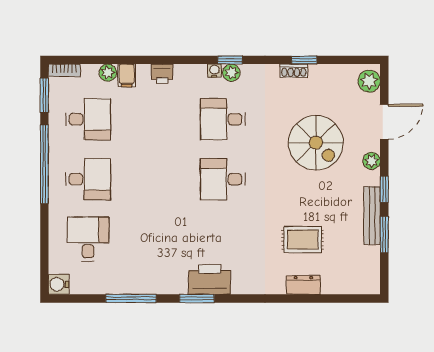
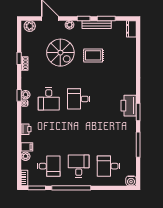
desk: (88, 119) -> (49, 166), turned 90
spiral stairs: (316, 143) -> (60, 53), turned 90
desk: (223, 179) -> (79, 99), turned 90
rug: (303, 240) -> (93, 55), moved, turned 90
dresser: (303, 285) -> (131, 29), moved

